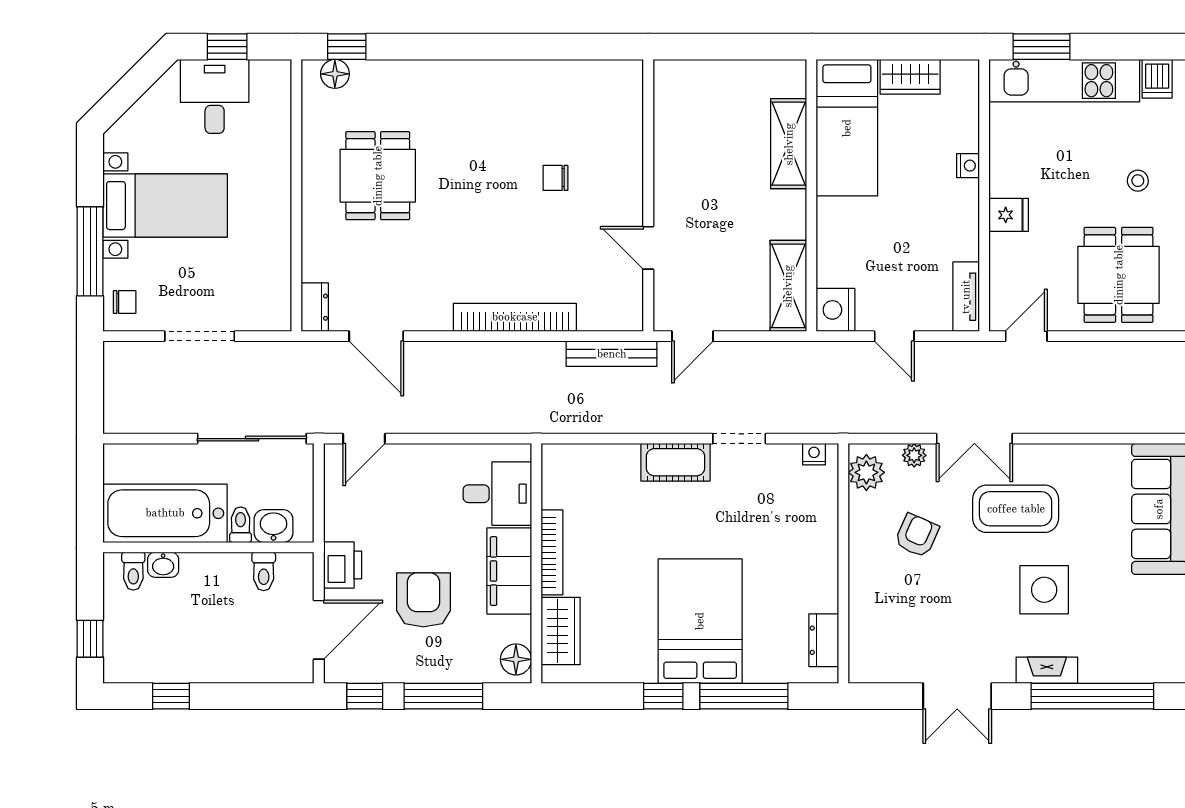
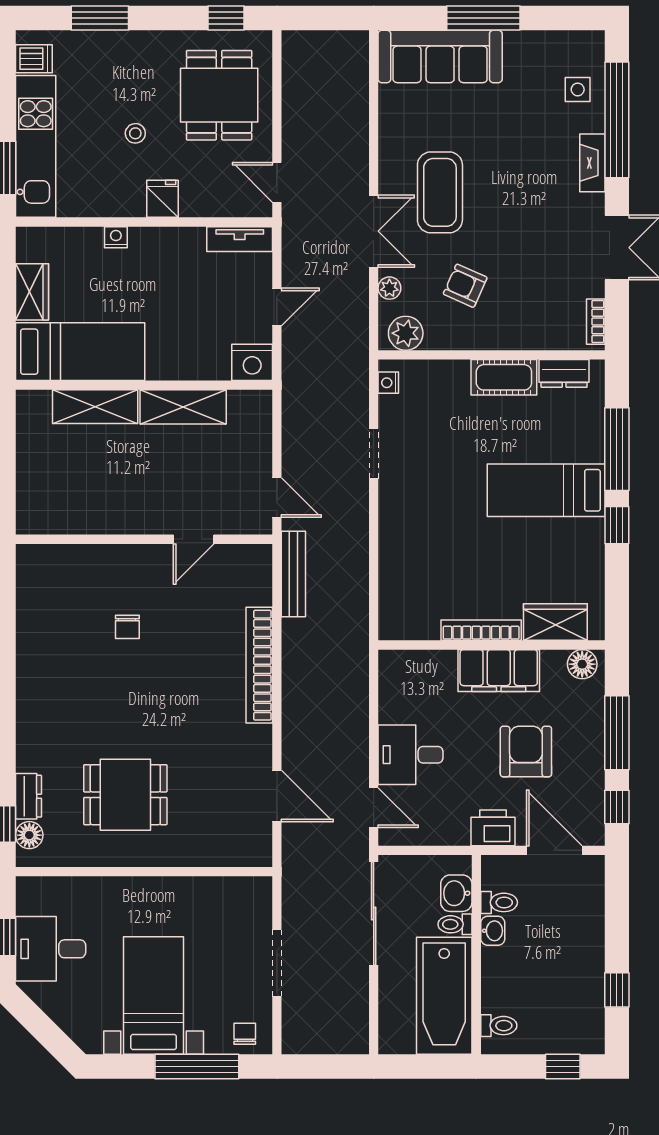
stool: (1138, 181) -> (135, 133), moved
dining table: (1119, 275) -> (219, 95), turned 90
shelving: (788, 286) -> (183, 407), moved
dresser: (315, 307) -> (28, 796), moved, turned 90
door: (376, 336) -> (277, 796), hinge flipped
cot: (675, 462) -> (504, 377), moved, turned 90
desk: (497, 494) -> (410, 755), moved, turned -90
washbasin: (163, 565) -> (493, 931), moved
side table: (1044, 590) -> (578, 89), moved, width x0.54, depth x0.54
armchair: (423, 600) -> (526, 752), turned 90
bed: (700, 621) -> (546, 490), width x0.67
bookcase: (879, 674) -> (596, 322), added

